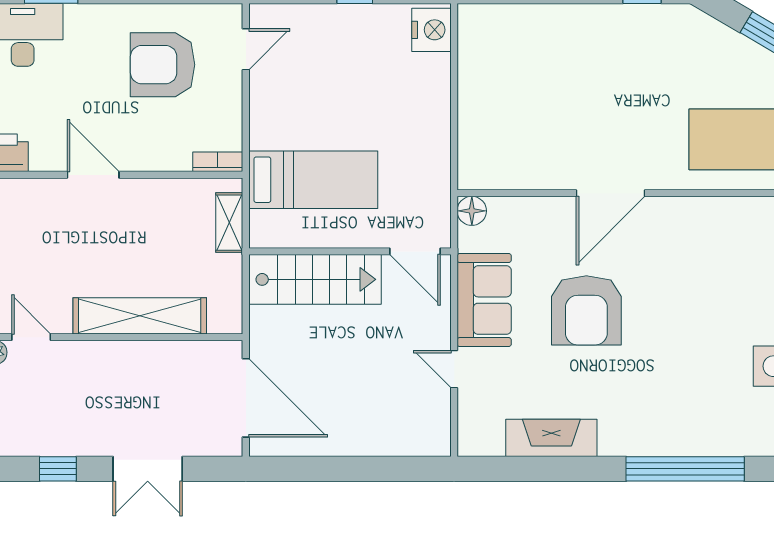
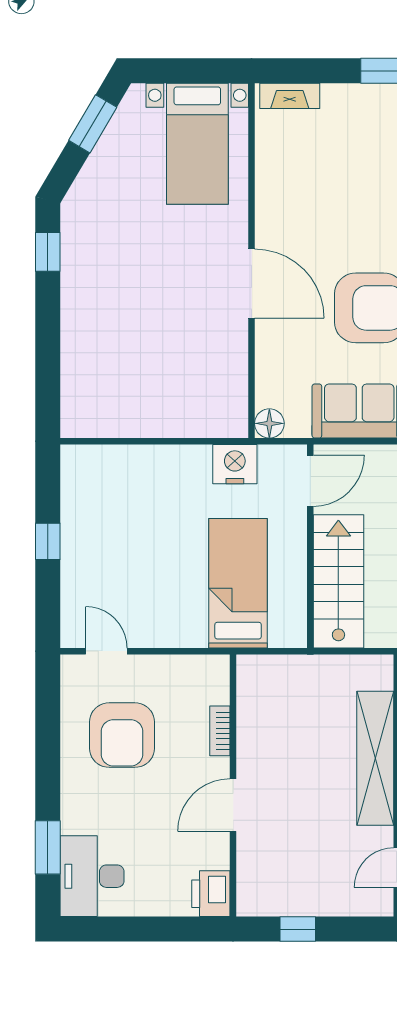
nightstand: (431, 30) -> (235, 464), moved
bookcase: (218, 162) -> (220, 731), moved
shelving: (229, 223) -> (281, 668), removed

